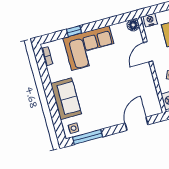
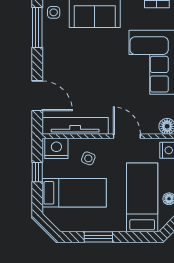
tv unit: (151, 91) -> (75, 126), added

